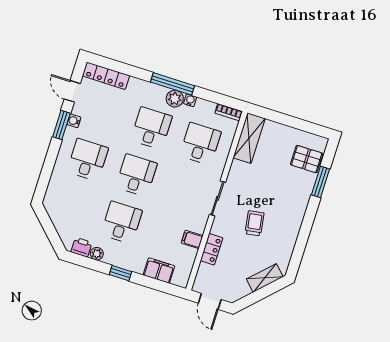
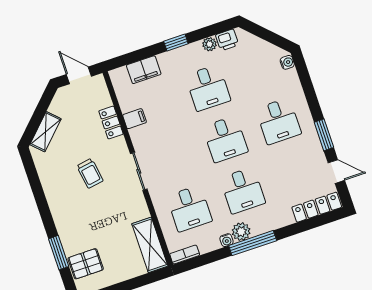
water cooler: (74, 121) -> (287, 62), moved

